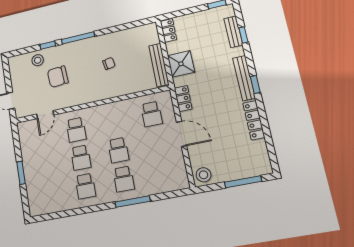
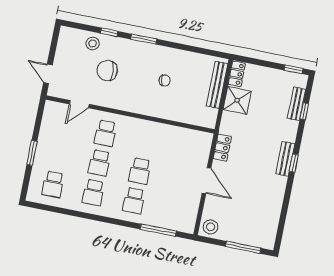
window: (78, 38) -> (144, 39), width x0.69
shower: (181, 64) -> (237, 100), moved
bench: (159, 65) -> (217, 85), moved
bench: (244, 78) -> (285, 159), width x0.73
school desk: (152, 114) -> (53, 184), moved
locker: (254, 120) -> (278, 196), removed
window: (133, 202) -> (158, 230), moved

